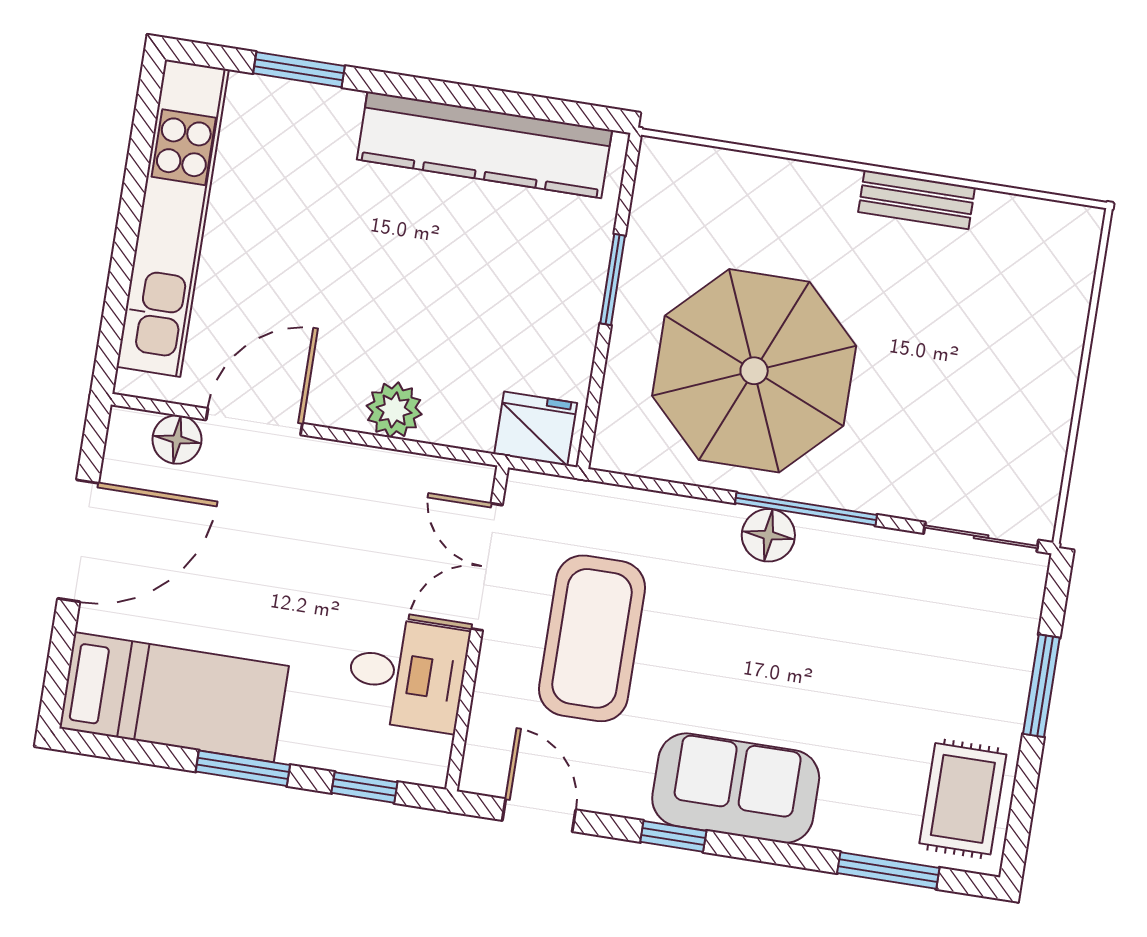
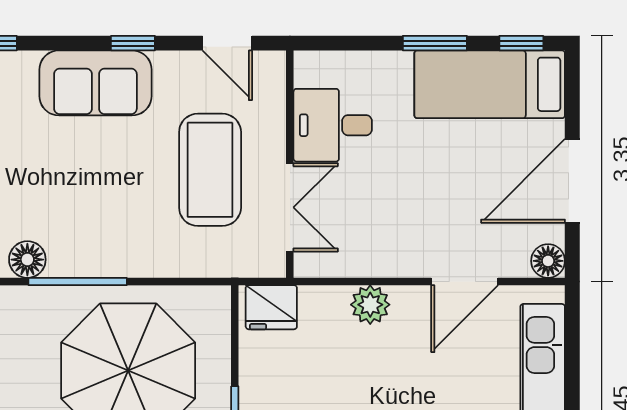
floor lamp: (177, 439) -> (548, 261), moved
floor lamp: (768, 535) -> (27, 260), moved
window: (364, 788) -> (521, 43), moved

